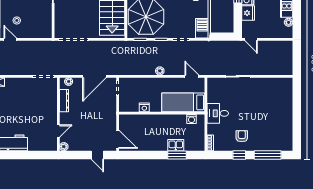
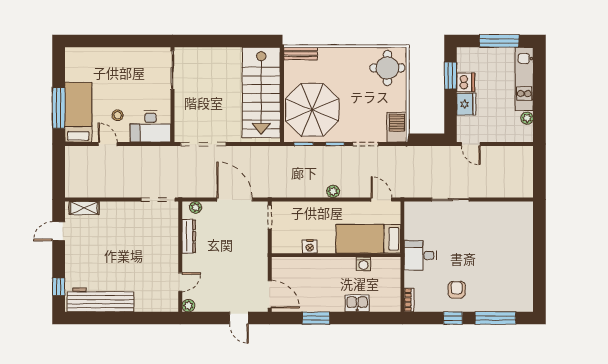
desk: (39, 28) -> (151, 126), added
door: (94, 76) -> (235, 200), swing flipped
washing machine: (192, 119) -> (363, 264), moved
window: (177, 155) -> (316, 318), moved

